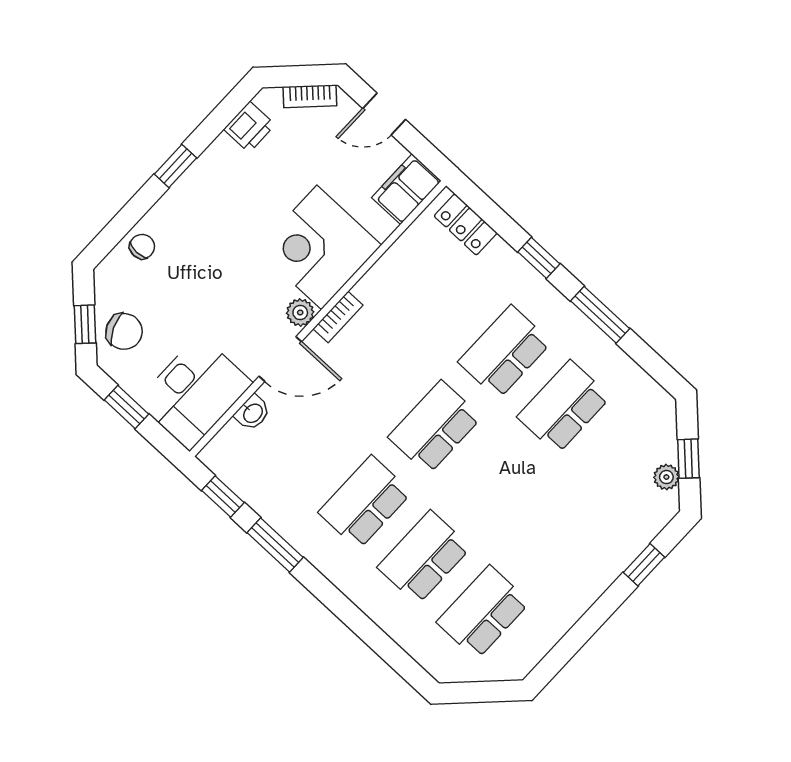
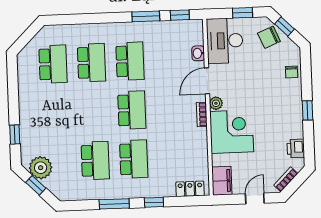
plant: (666, 477) -> (41, 168), width x1.88, depth x1.88

